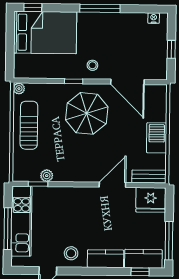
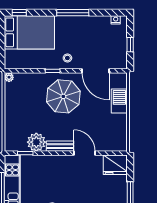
sun lounger: (29, 125) -> (17, 106), removed
barbecue: (157, 138) -> (119, 101), moved
plant: (47, 176) -> (36, 142), width x1.88, depth x1.88
bench: (149, 177) -> (60, 146), moved
door: (112, 185) -> (85, 153), hinge flipped

